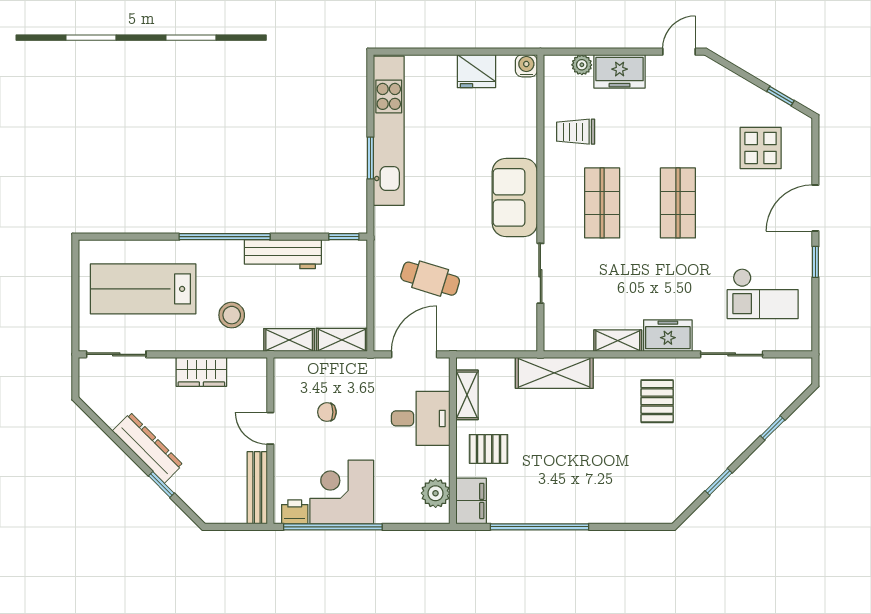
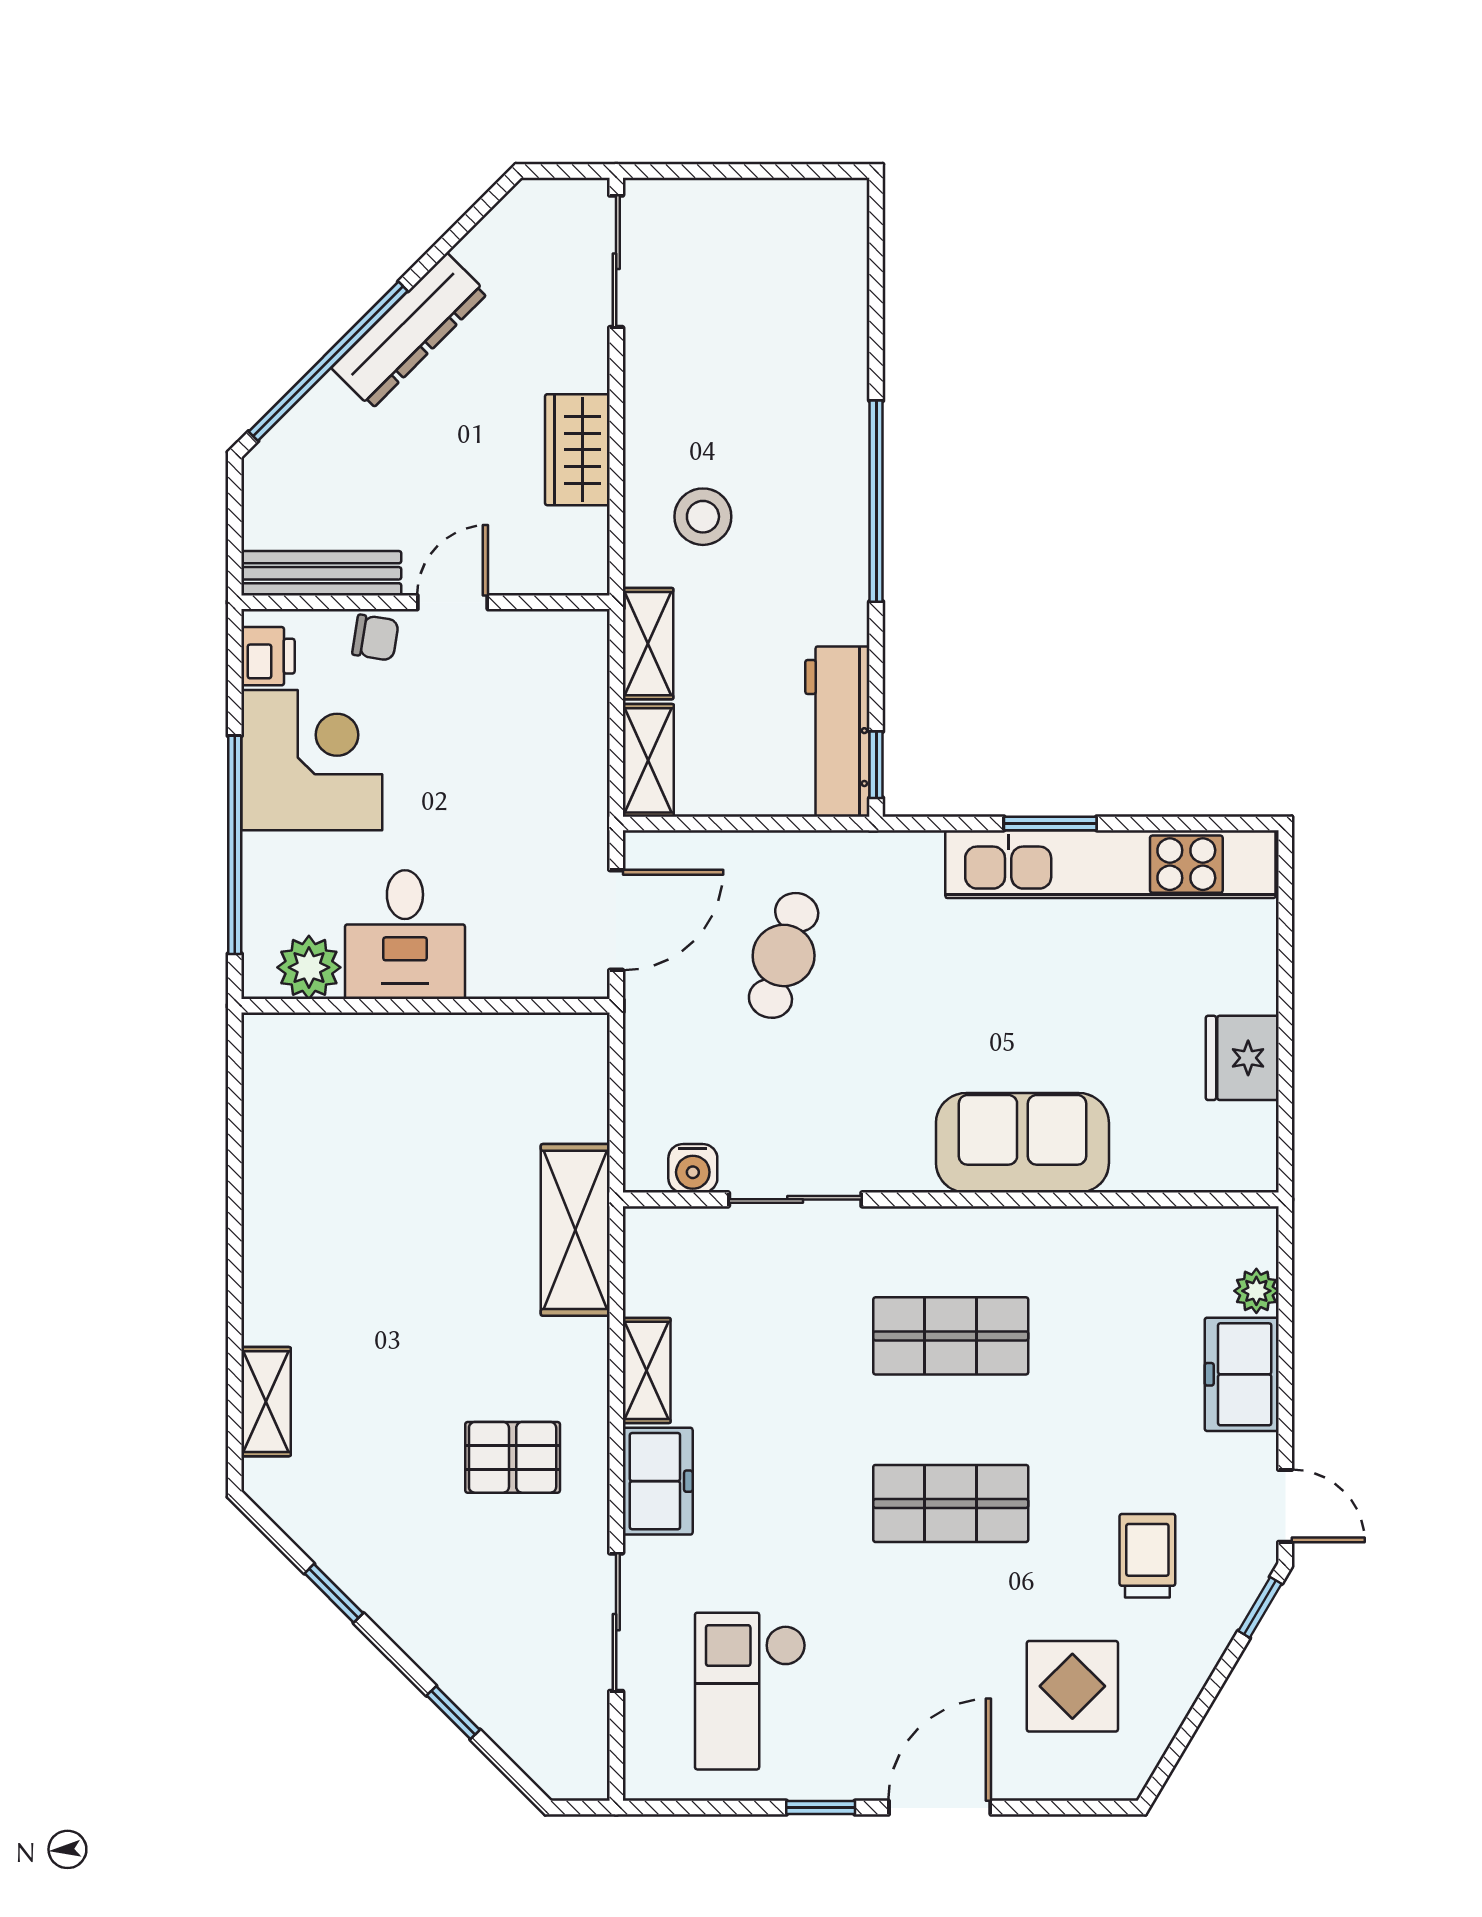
water cooler: (526, 66) -> (693, 1168), moved, turned 90
window: (781, 96) -> (1260, 1607), moved
trolley: (576, 132) -> (1147, 1556), moved
sofa: (515, 197) -> (1022, 1143), moved
door: (815, 208) -> (940, 1808), hinge flipped
workbench: (283, 254) -> (837, 732), moved
lab bench: (143, 289) -> (761, 321), removed
door: (414, 354) -> (616, 920), hinge flipped
shelving: (467, 395) -> (266, 1402), moved, turned 90
chair: (327, 412) -> (375, 638), moved, turned 99
desk: (421, 418) -> (405, 935), moved
pallet: (488, 449) -> (407, 1085), removed
window: (161, 485) -> (328, 361), width x3.17
filing cabinet: (471, 501) -> (292, 1046), removed
window: (333, 527) -> (235, 845), moved
window: (540, 527) -> (235, 1197), removed

